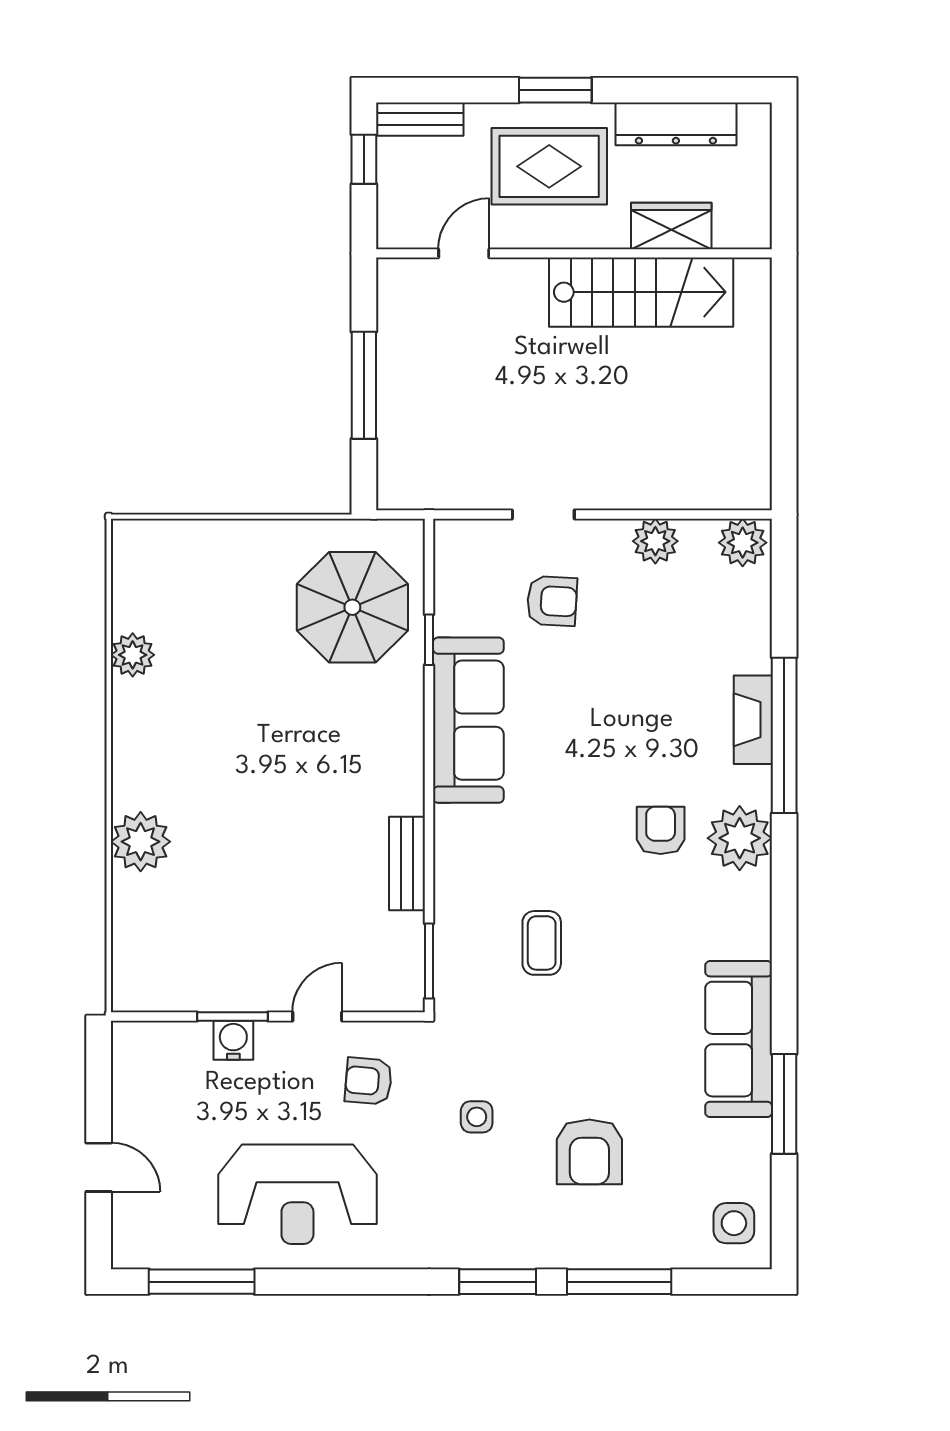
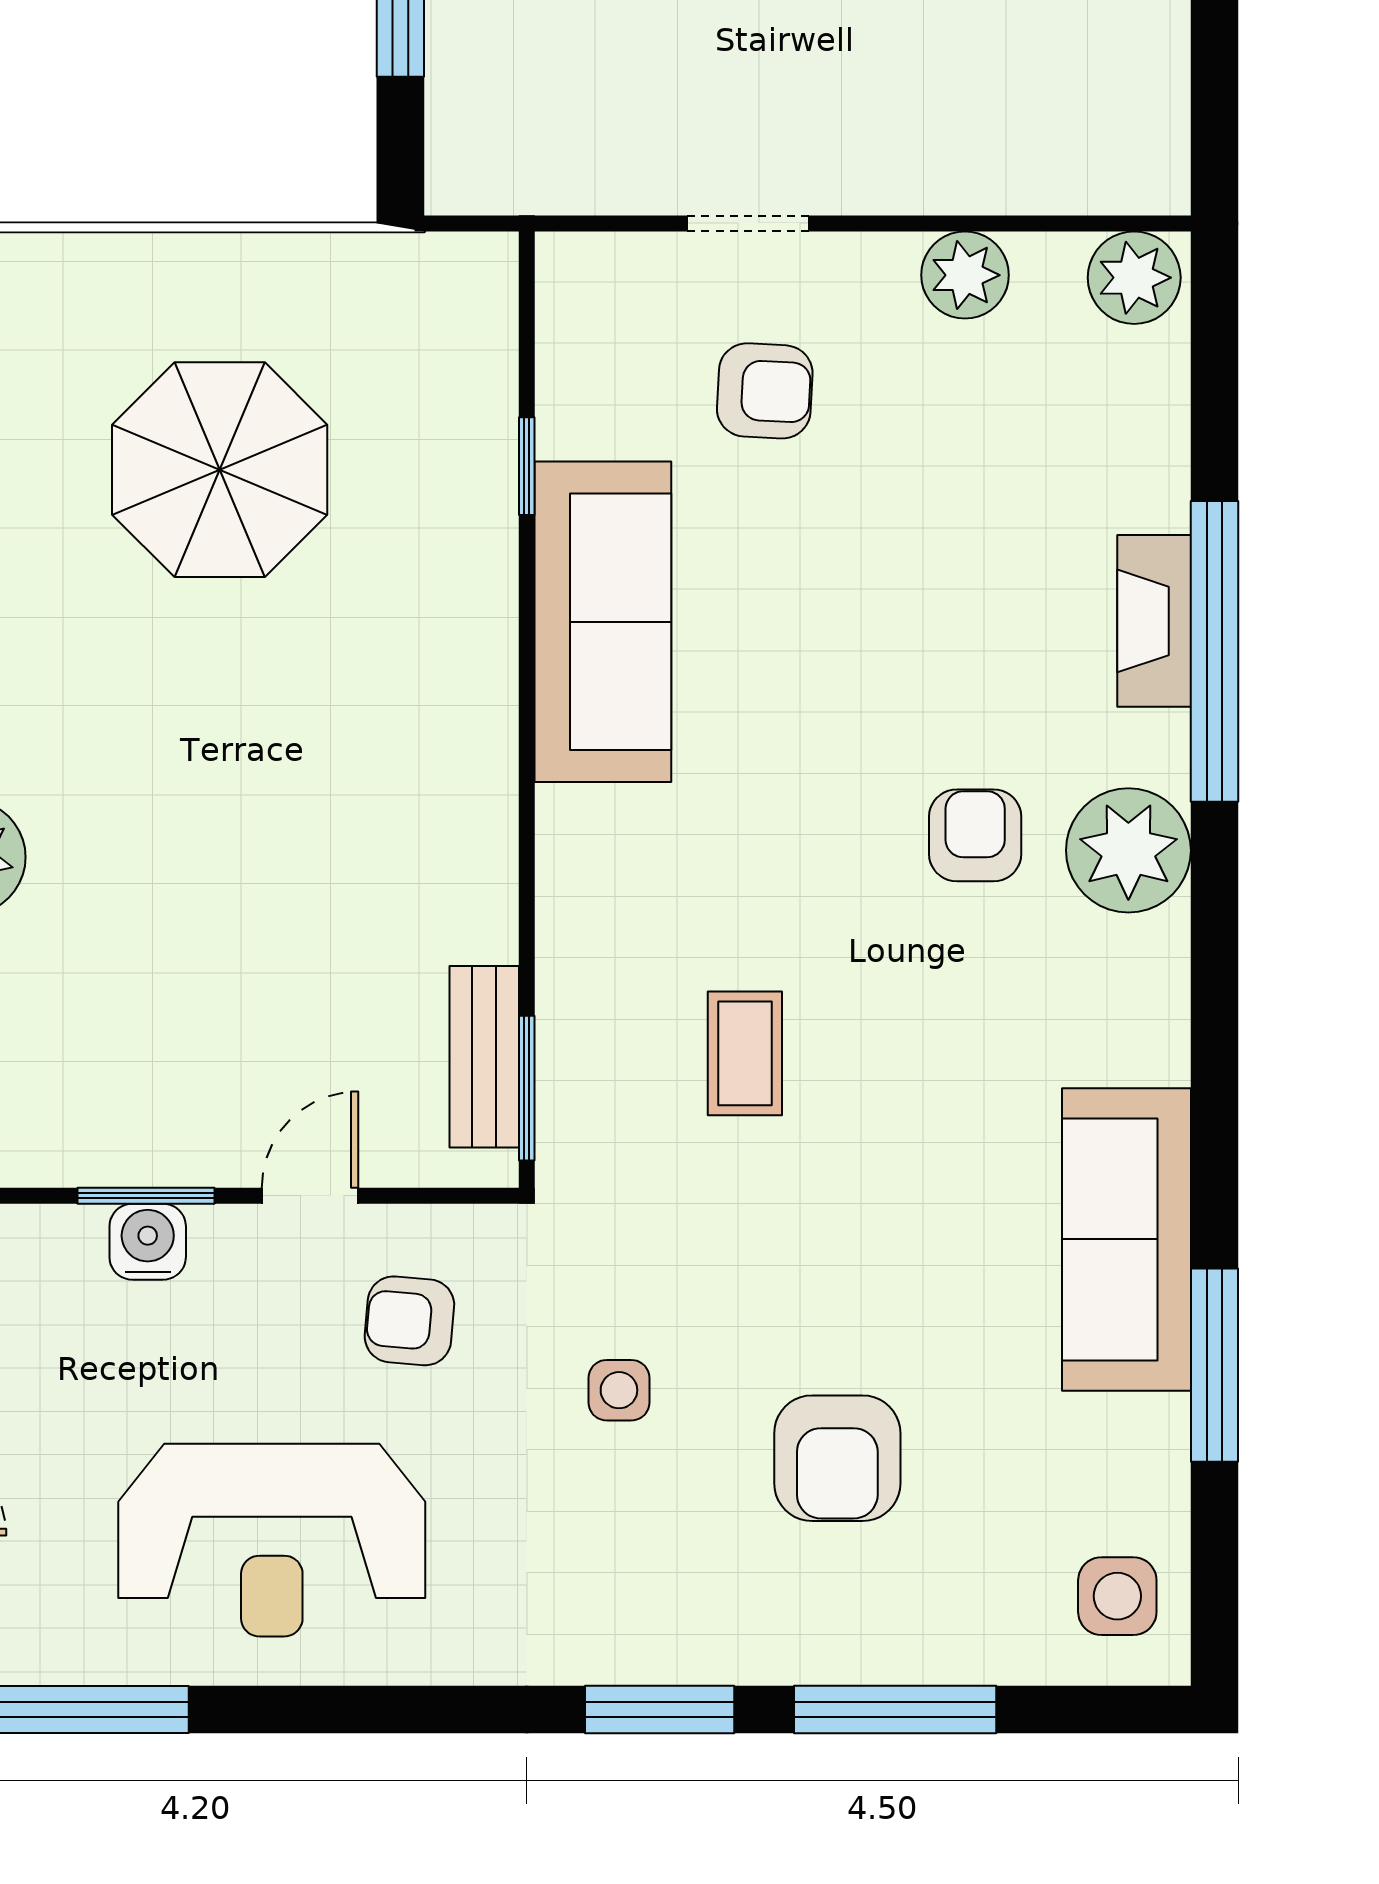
parasol: (352, 607) -> (220, 470), moved
bench: (407, 864) -> (484, 1057), moved

